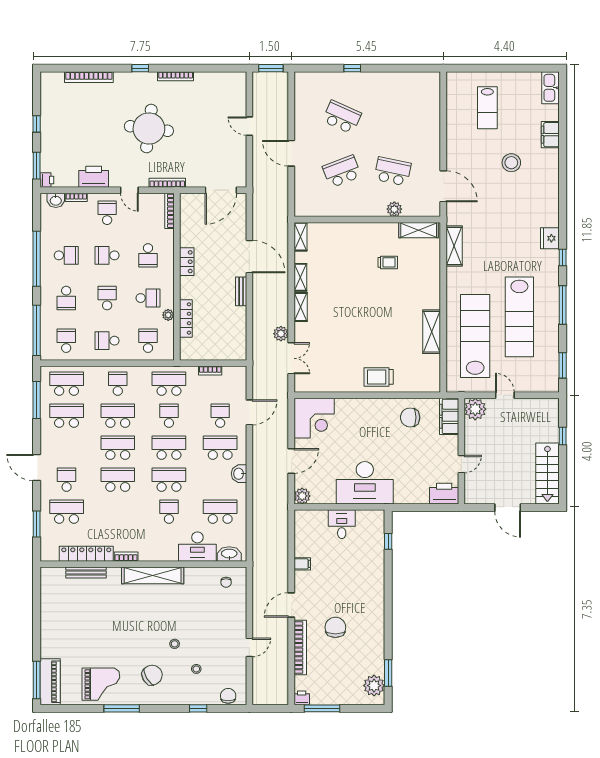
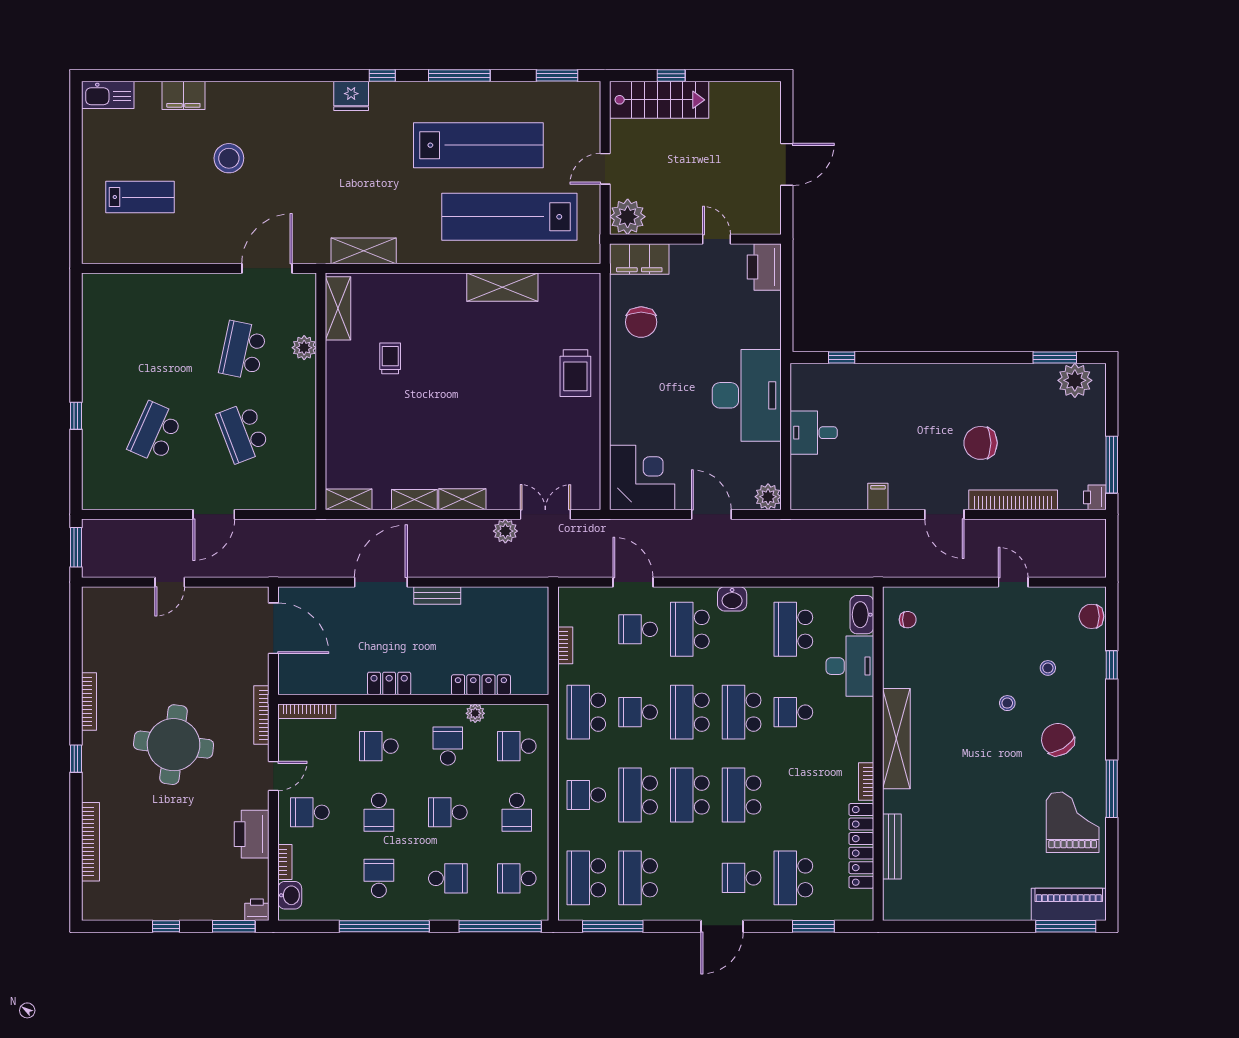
school desk: (148, 255) -> (379, 746), turned 180
stairs: (547, 473) -> (659, 100), moved

